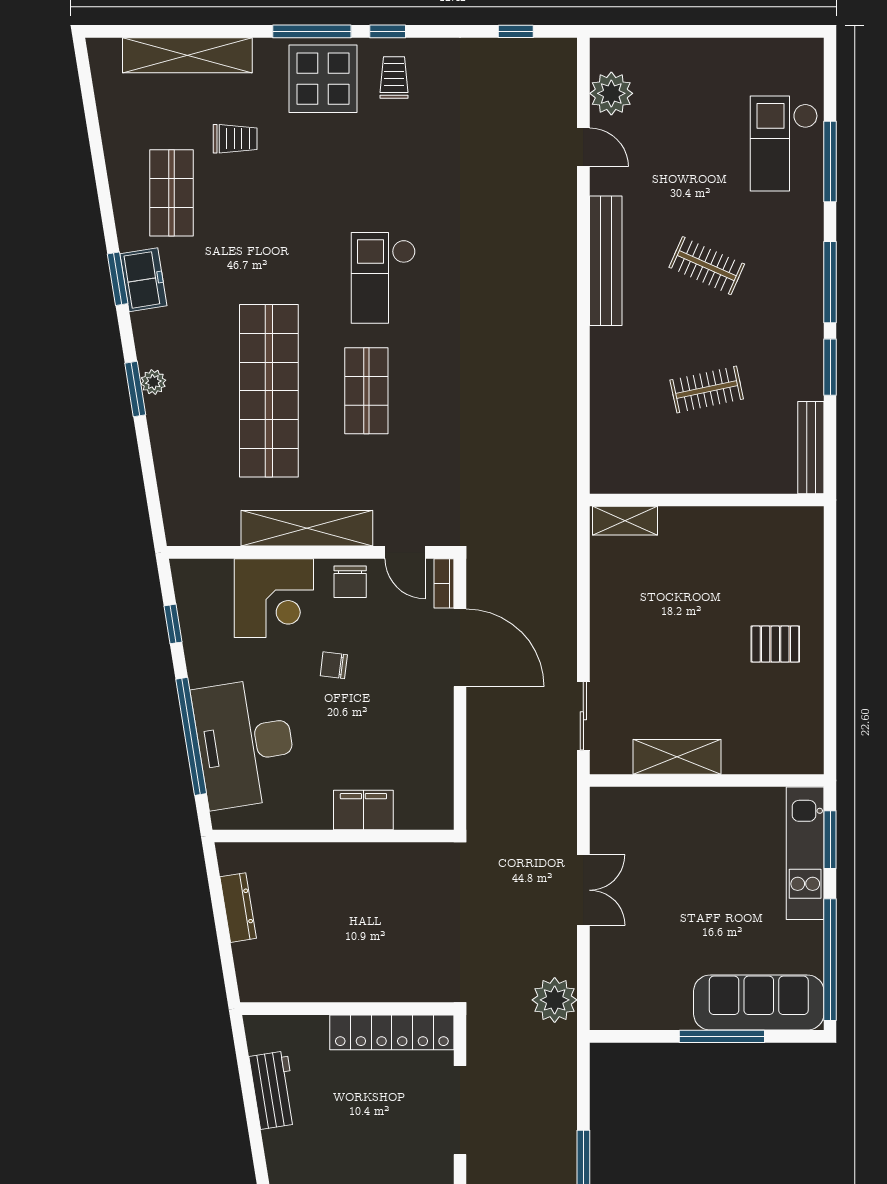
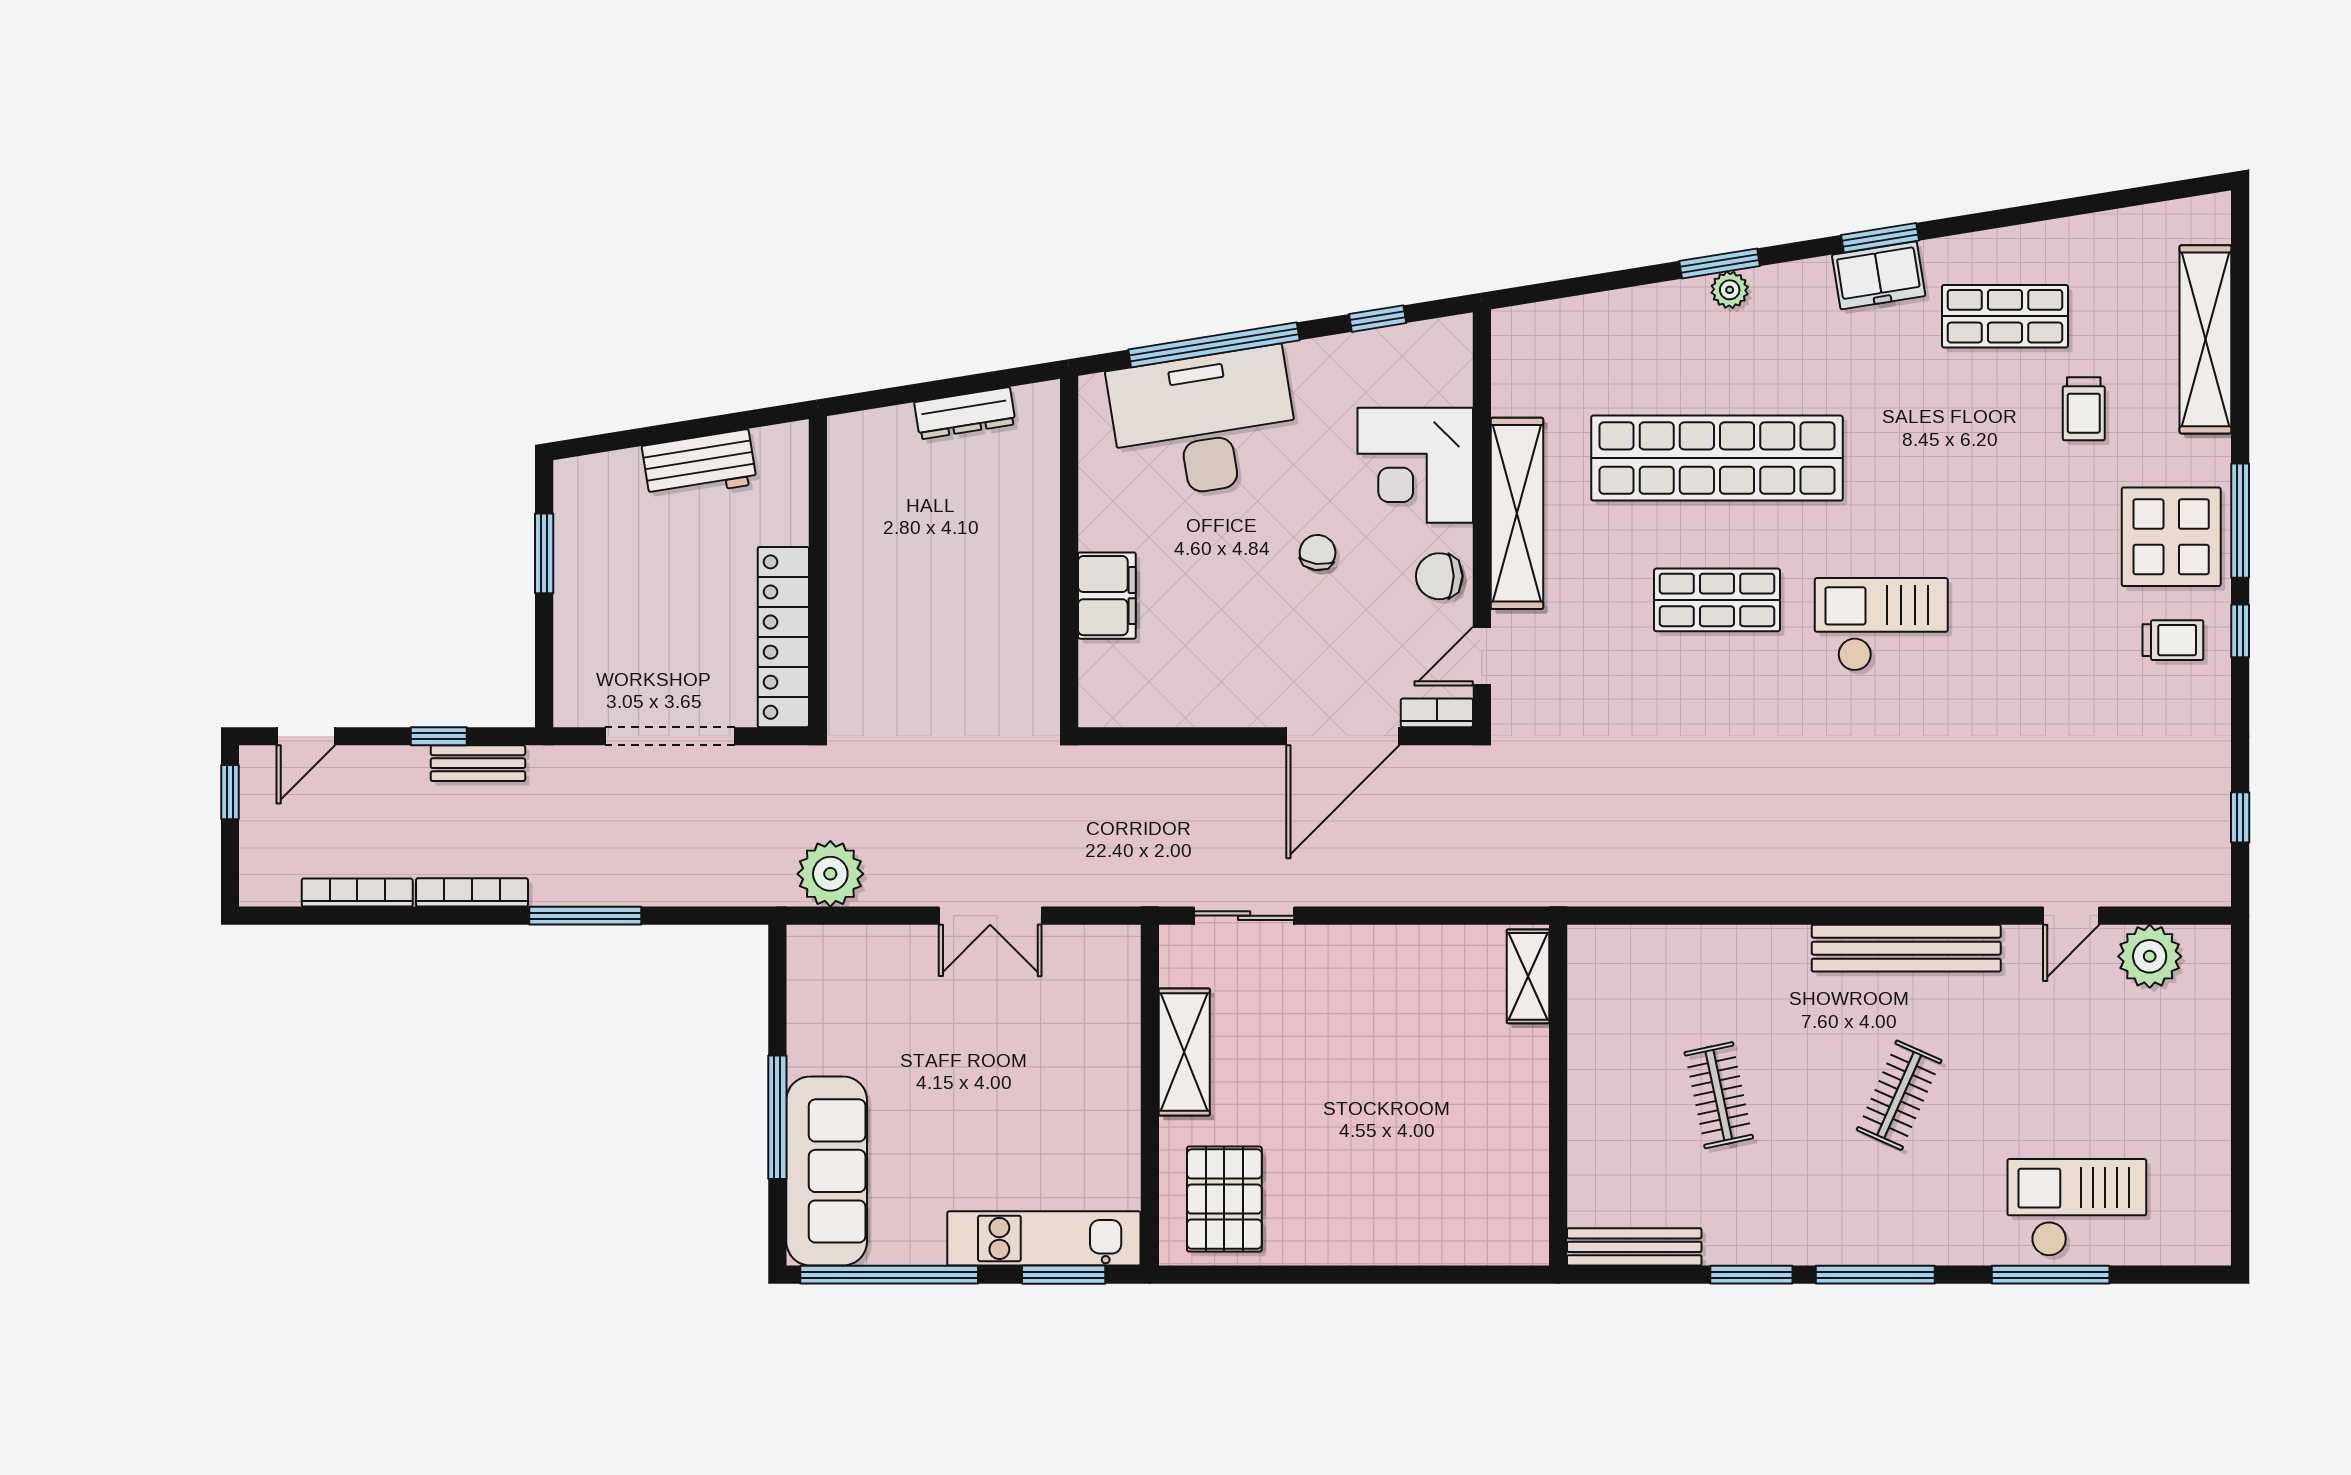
pallet: (775, 644) -> (1224, 1199), moved, width x1.50, depth x1.42

